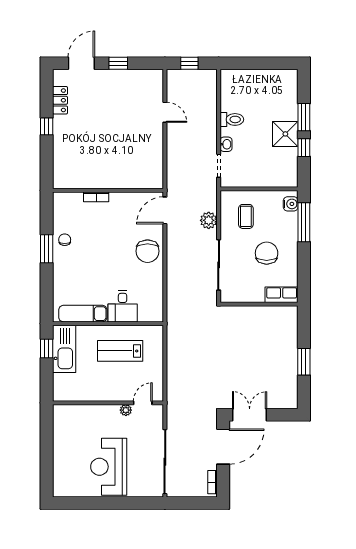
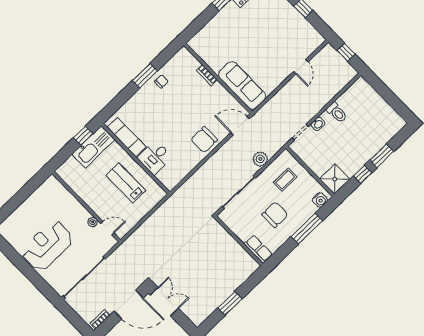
shower: (285, 134) -> (335, 179), moved
sofa: (133, 176) -> (242, 85), added
window: (304, 222) -> (307, 229), moved

